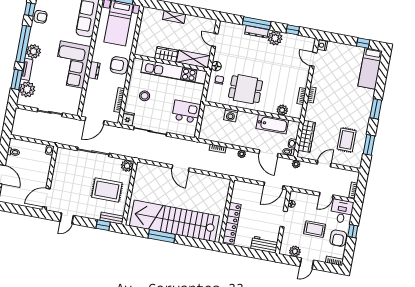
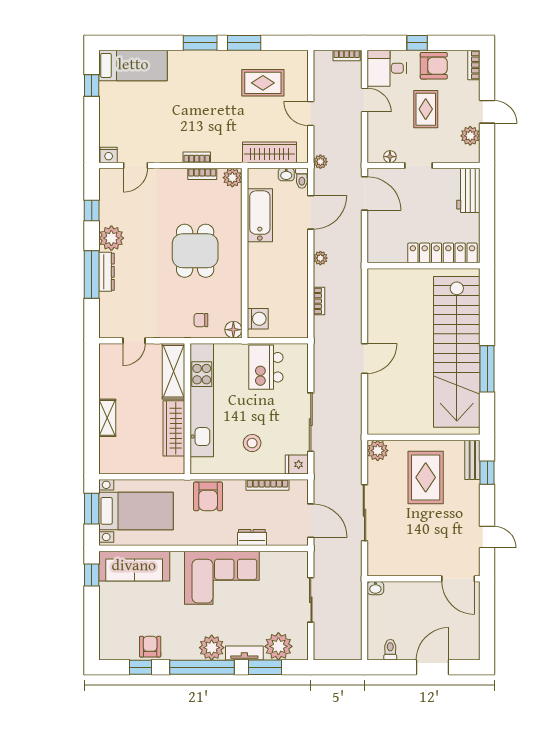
wardrobe: (166, 54) -> (174, 428), width x1.50
floor lamp: (216, 66) -> (233, 330), moved
dresser: (94, 70) -> (252, 538), moved
dining table: (246, 89) -> (195, 251), moved
plant: (282, 110) -> (232, 178), moved
washing machine: (231, 115) -> (258, 319), moved
window: (369, 145) -> (244, 43), moved

